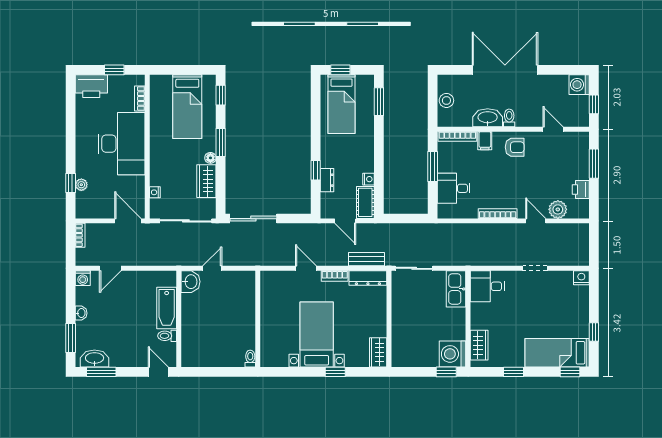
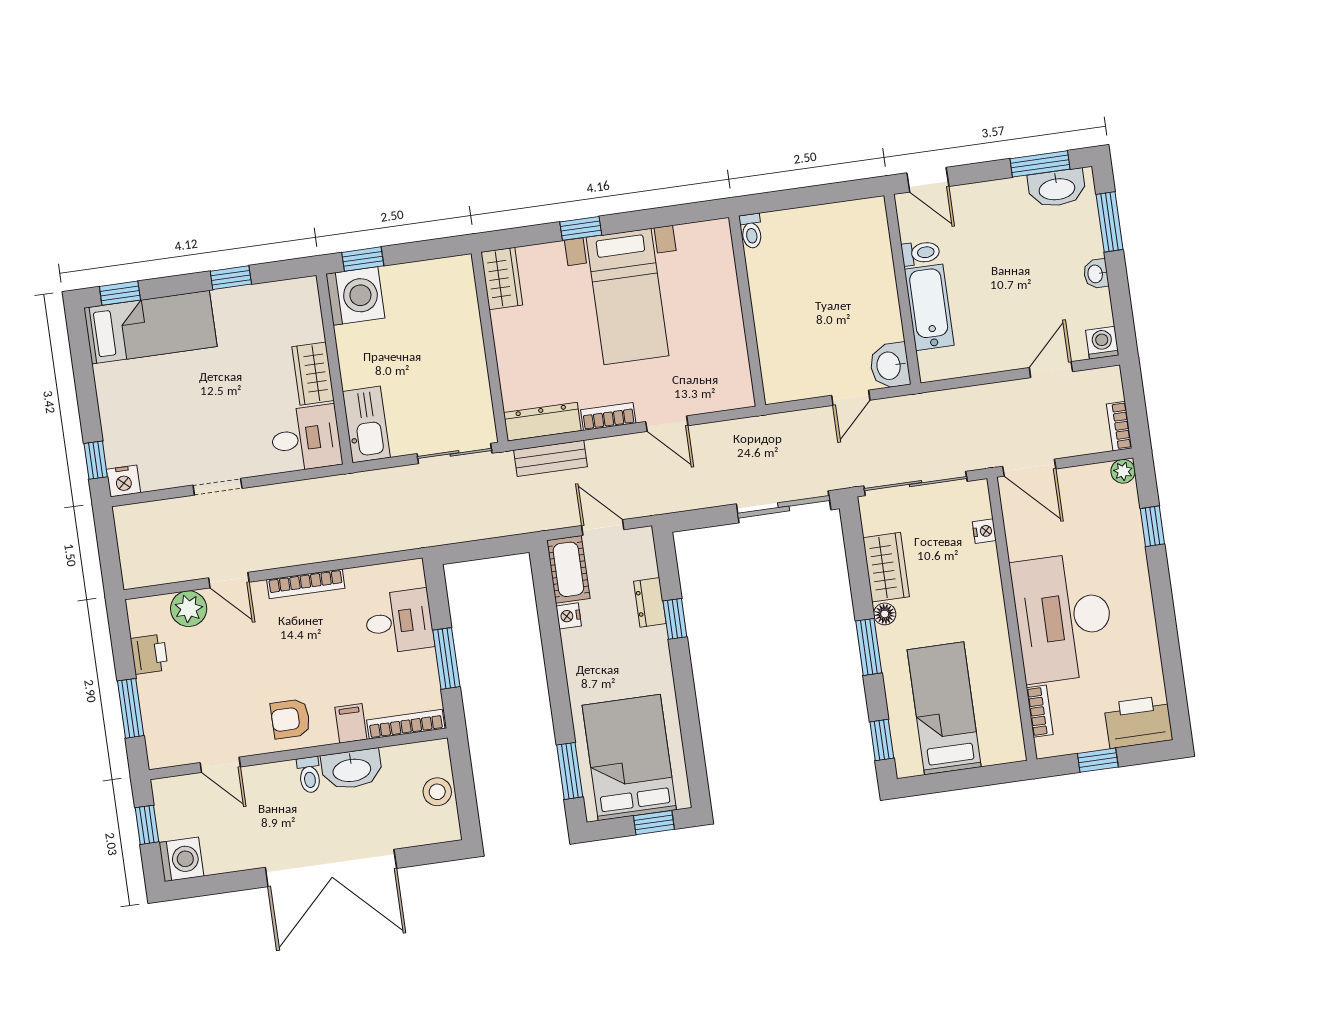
bed: (342, 104) -> (629, 758), width x1.50
plant: (81, 185) -> (1123, 471), moved
window: (594, 332) -> (96, 460), moved
wardrobe: (479, 345) -> (313, 374), moved

